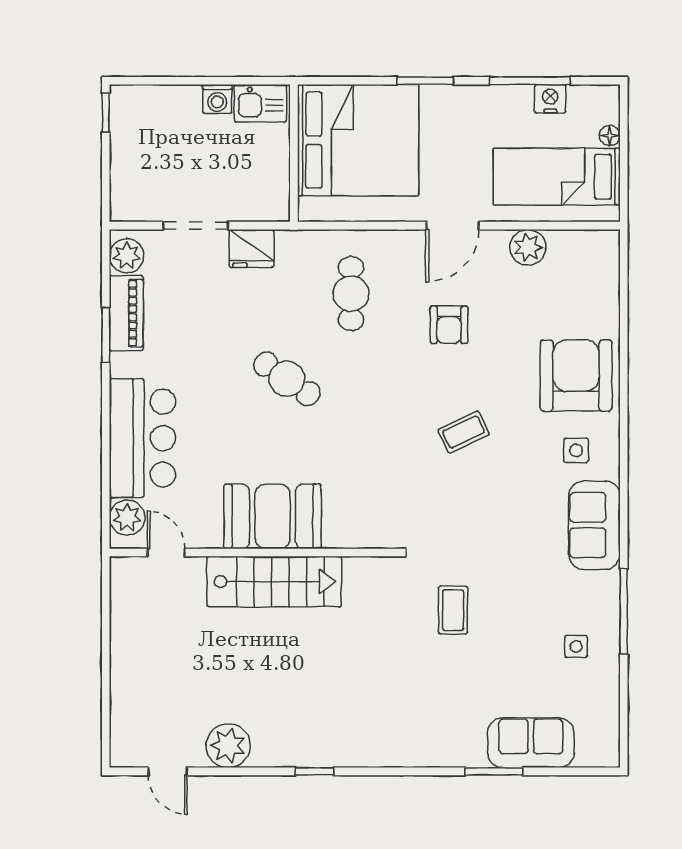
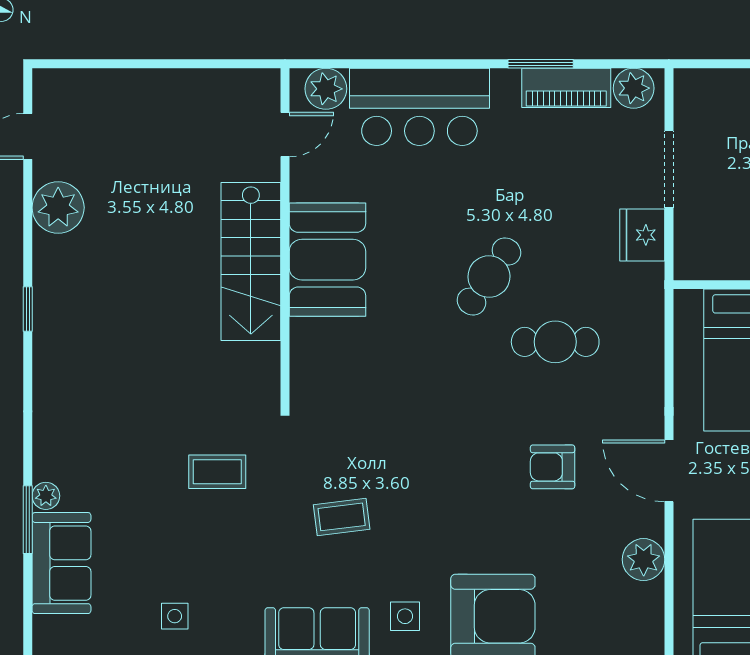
cafe table: (351, 294) -> (555, 342), moved
coffee table: (464, 432) -> (342, 517), moved, turned -72
plant: (474, 756) -> (46, 496), added

